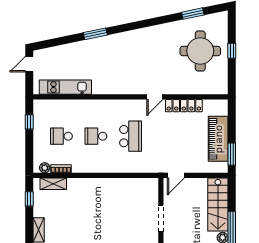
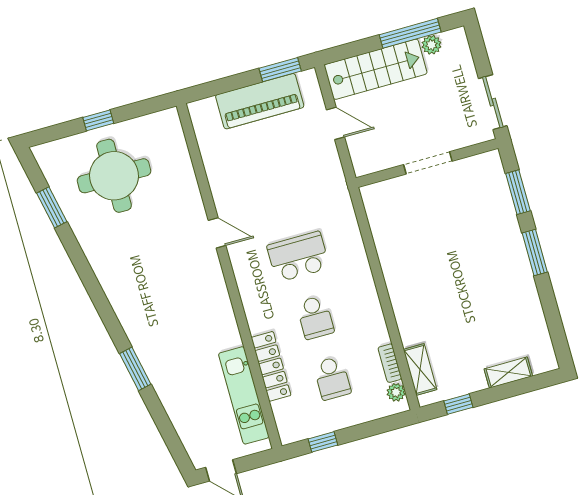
locker: (184, 106) -> (271, 366), moved
door: (176, 175) -> (335, 123), moved

